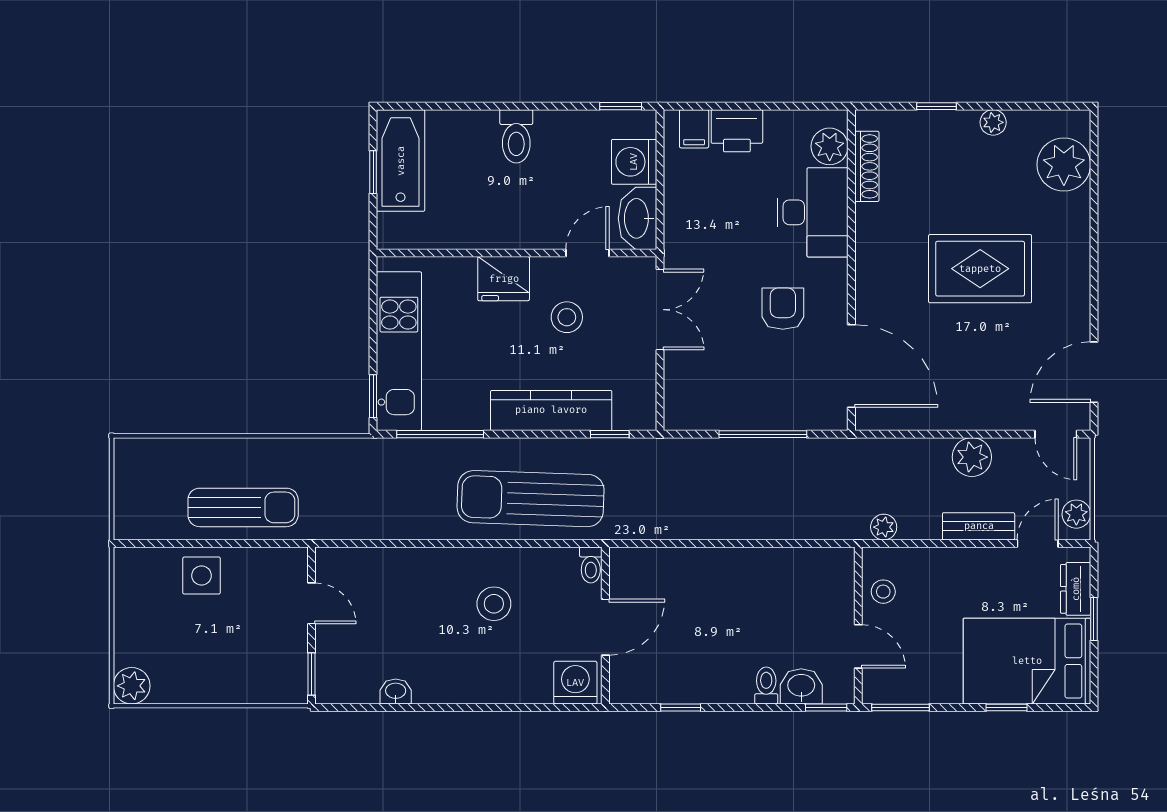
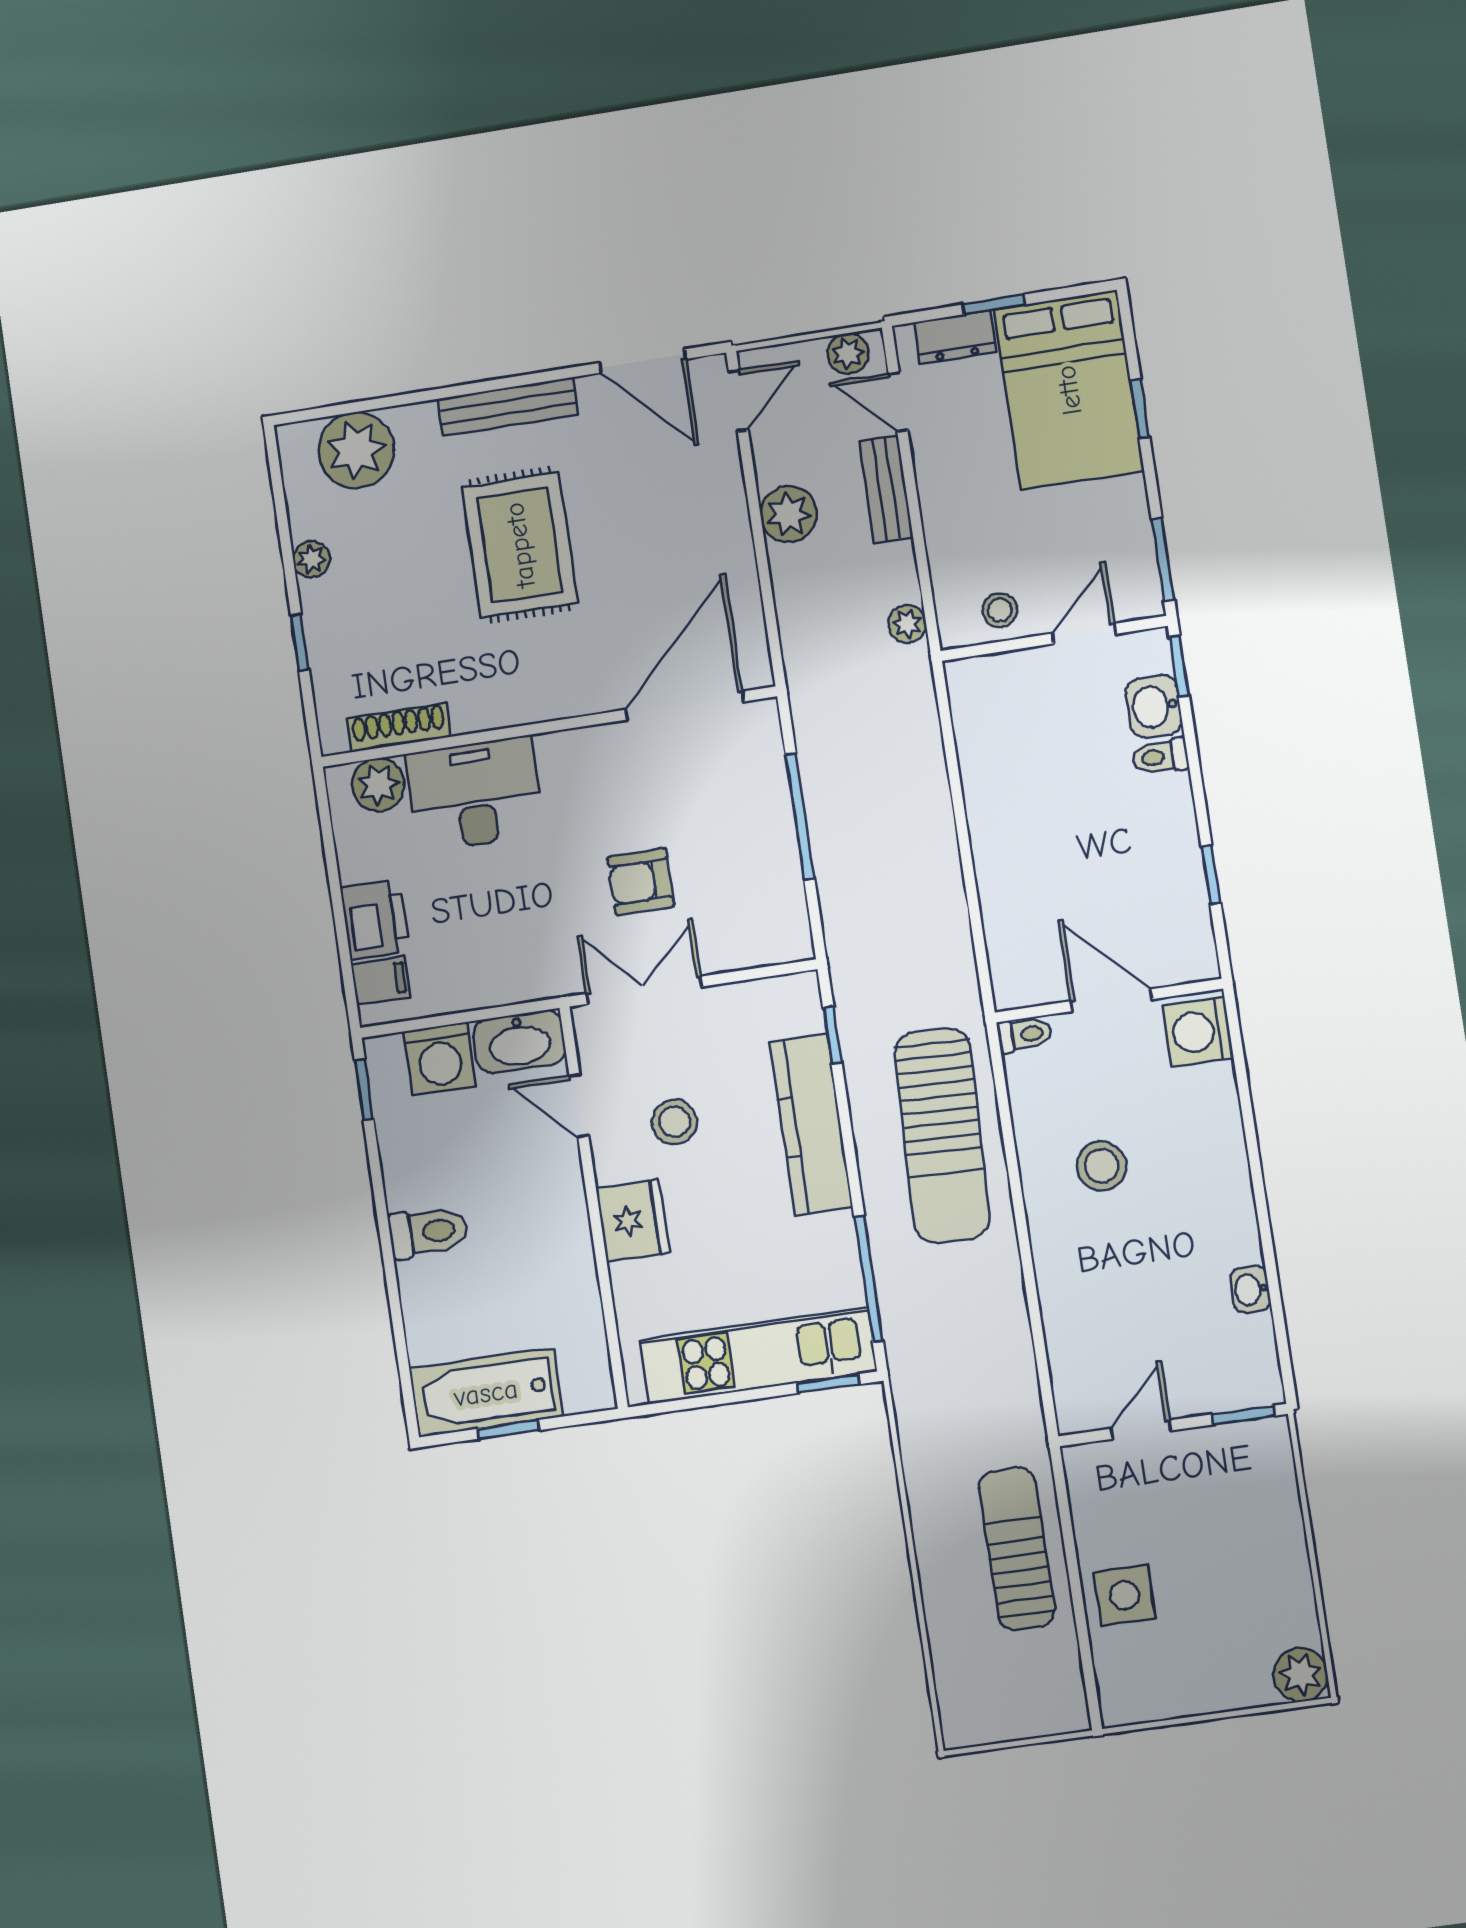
bench: (1077, 274) -> (508, 407), added
armchair: (783, 309) -> (641, 882), moved

